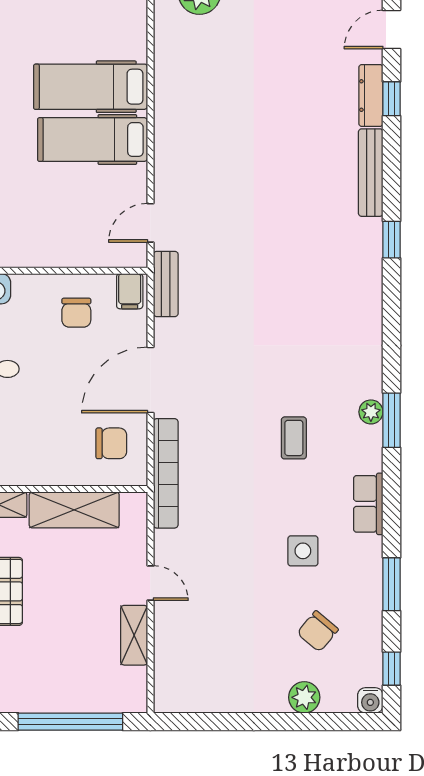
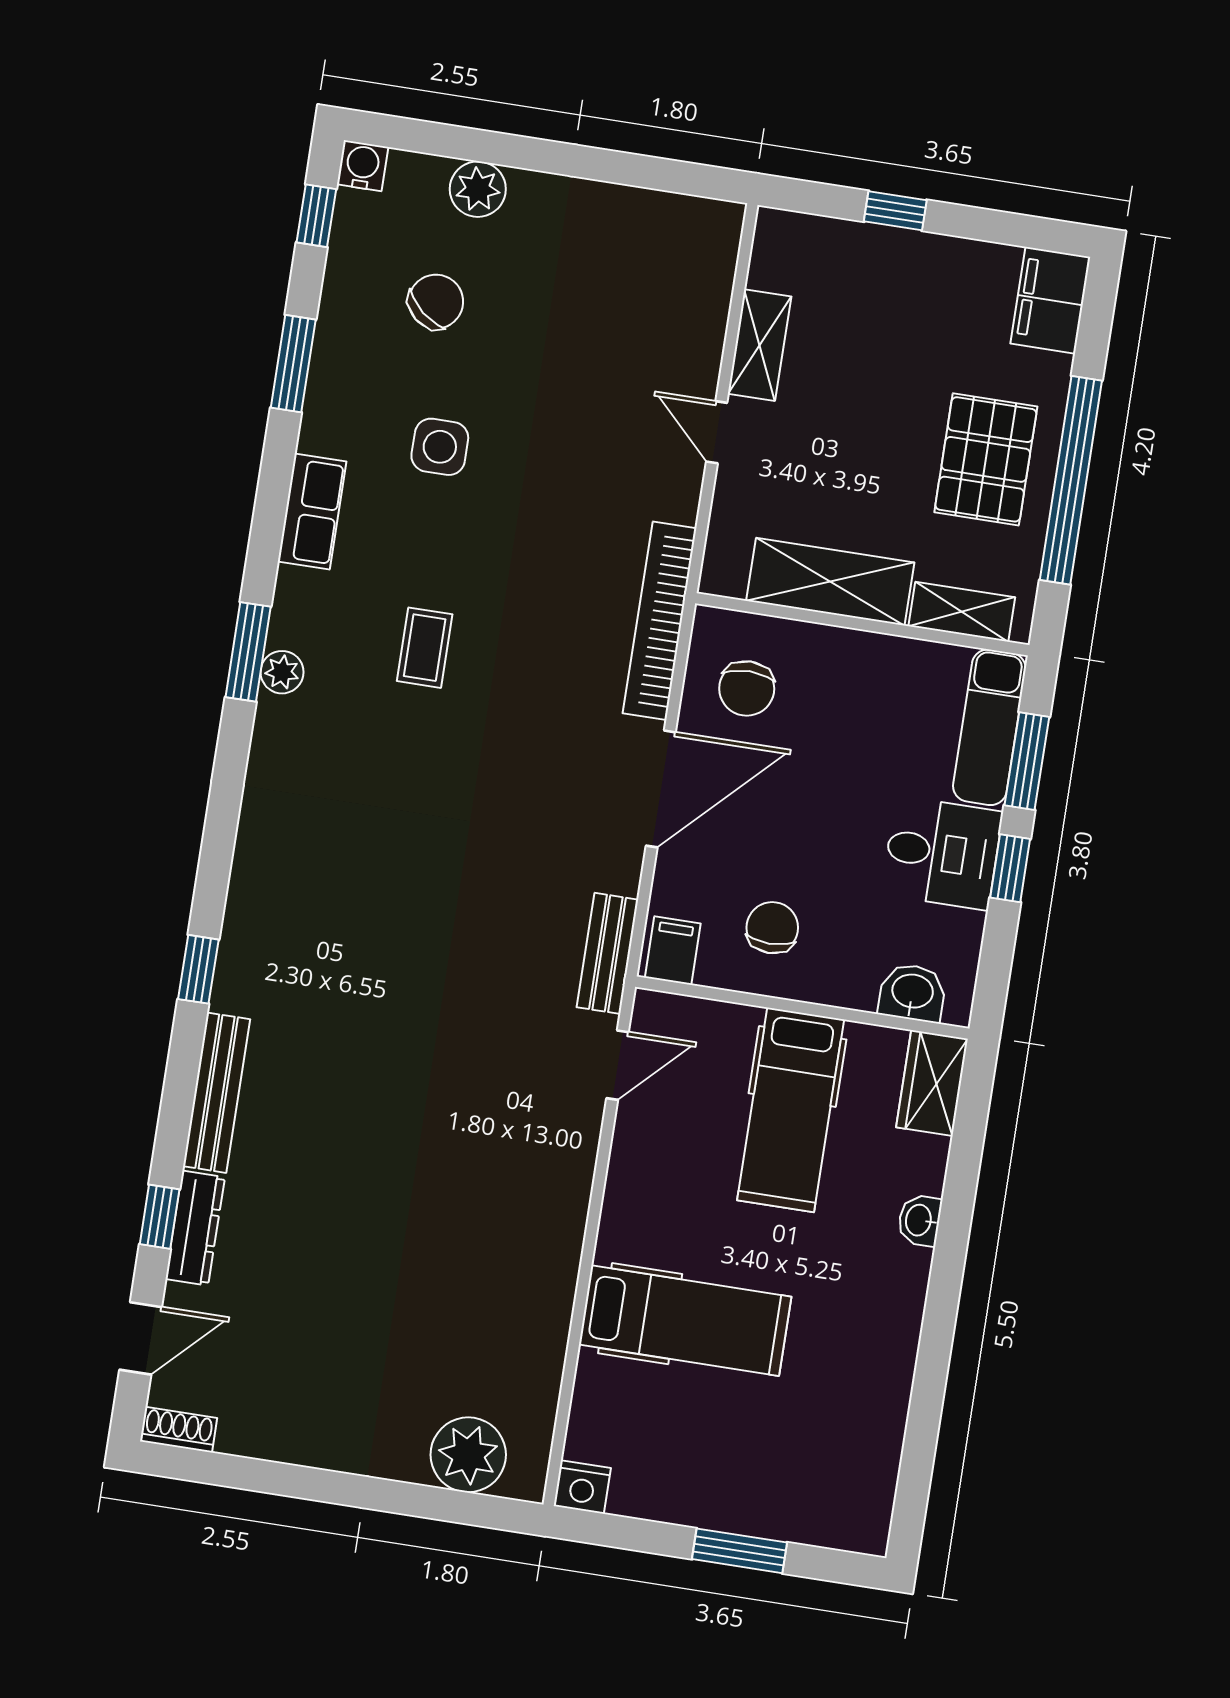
hospital bed: (93, 140) -> (791, 1110), moved, turned 90
chair: (111, 443) -> (747, 688), turned -90
window: (70, 722) -> (895, 211), width x0.32

